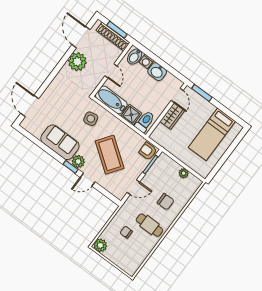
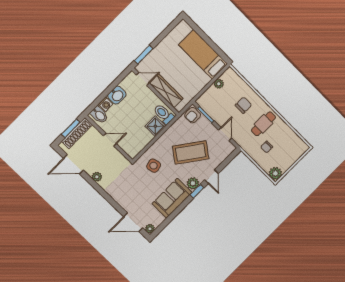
plant: (77, 62) -> (97, 177), width x0.53, depth x0.53
bathtub: (111, 100) -> (138, 143), removed
wardrobe: (172, 116) -> (166, 91), width x1.50
plant: (25, 124) -> (150, 229), added
bed: (212, 134) -> (203, 54), moved, turned 180

